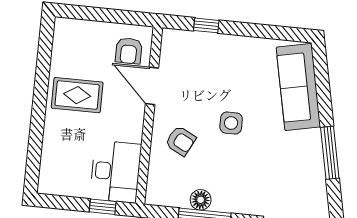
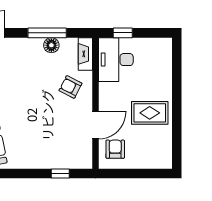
door: (152, 86) -> (96, 125), hinge flipped
side table: (231, 123) -> (35, 104), removed
fireplace: (156, 183) -> (85, 54), added

